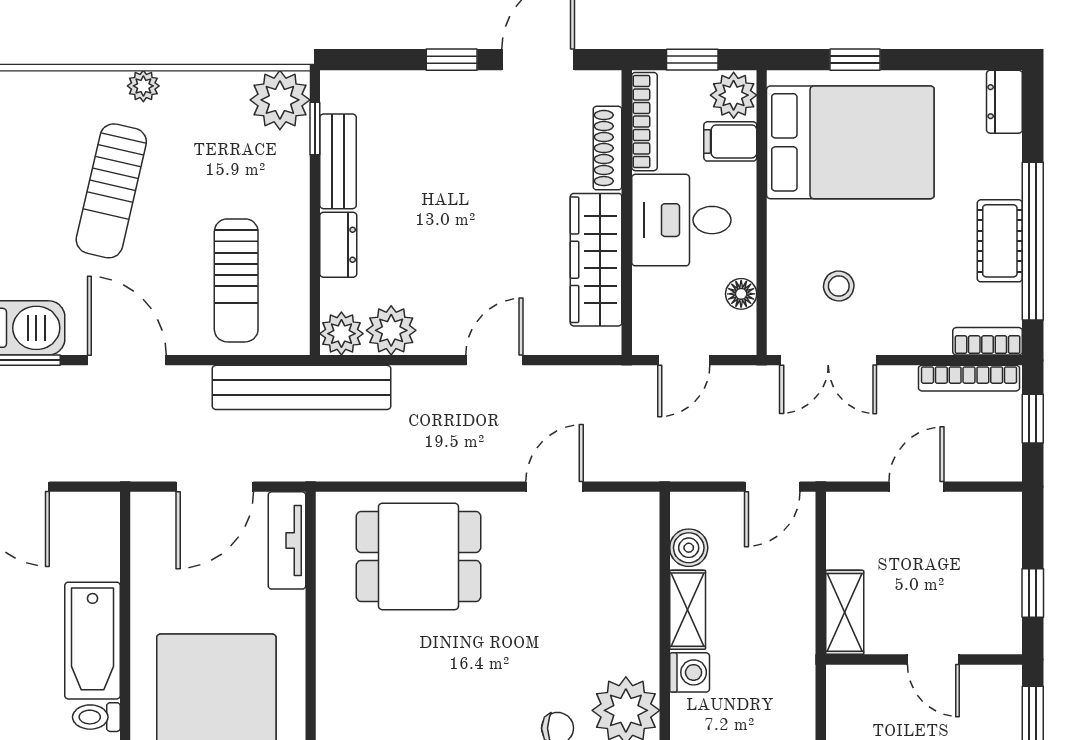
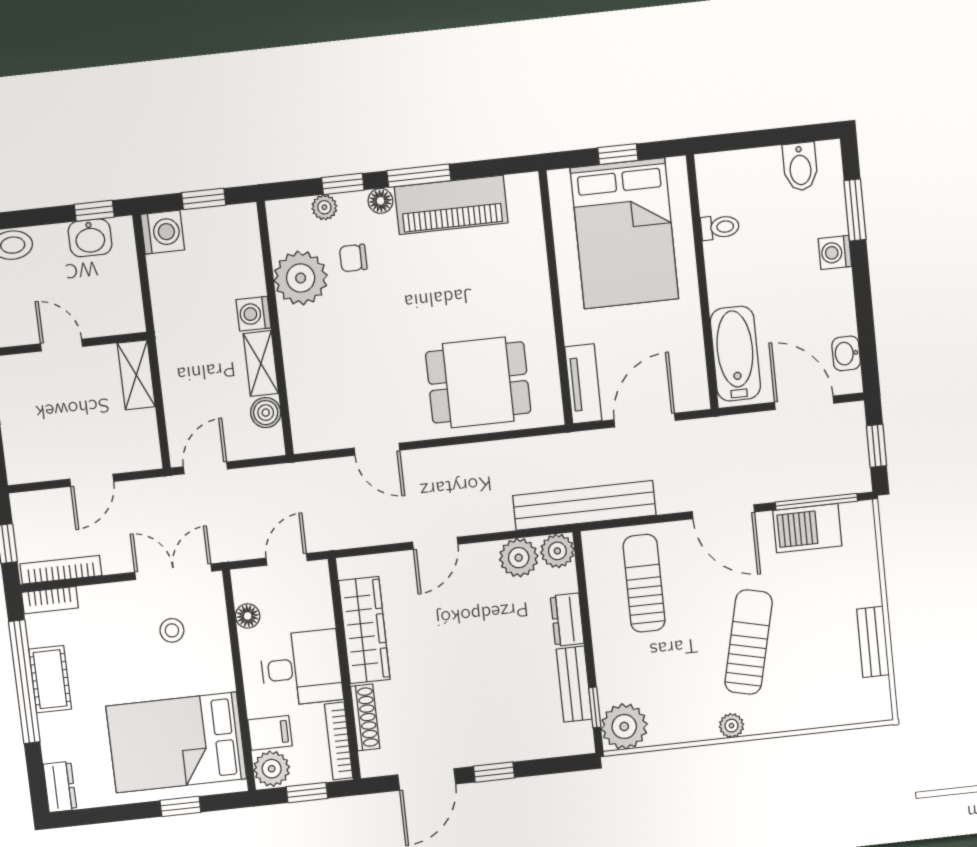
door: (555, 487) -> (377, 449), hinge flipped
bathtub: (93, 641) -> (735, 354), moved

